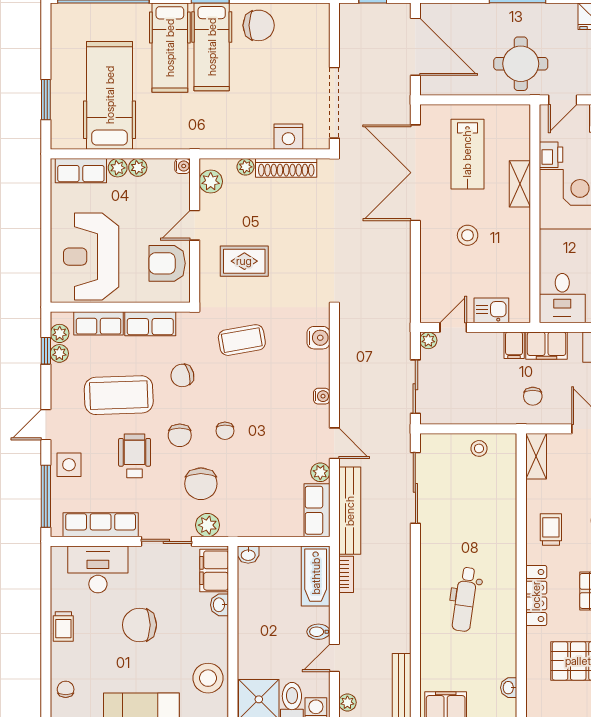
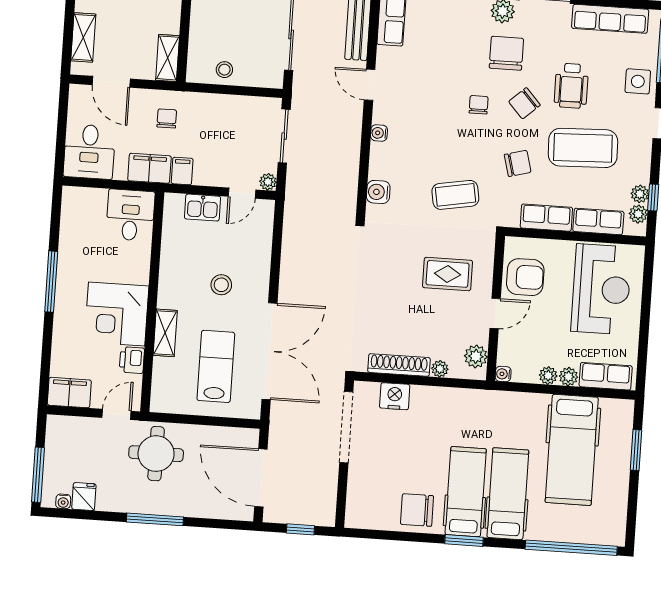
chair: (180, 435) -> (524, 103), turned -132
plant: (320, 472) -> (386, 57), removed

